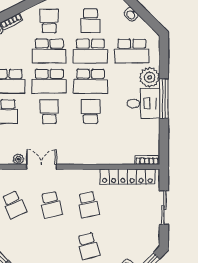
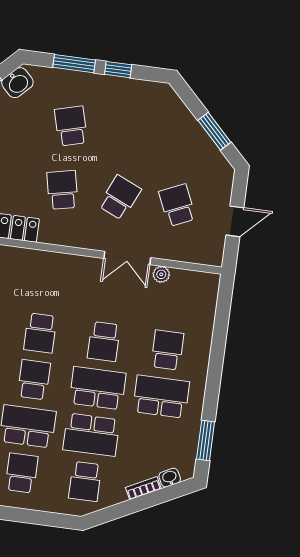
school desk: (49, 51) -> (91, 435), turned 180
school desk: (90, 81) -> (34, 380), width x0.54
school desk: (51, 205) -> (120, 198), turned 36

